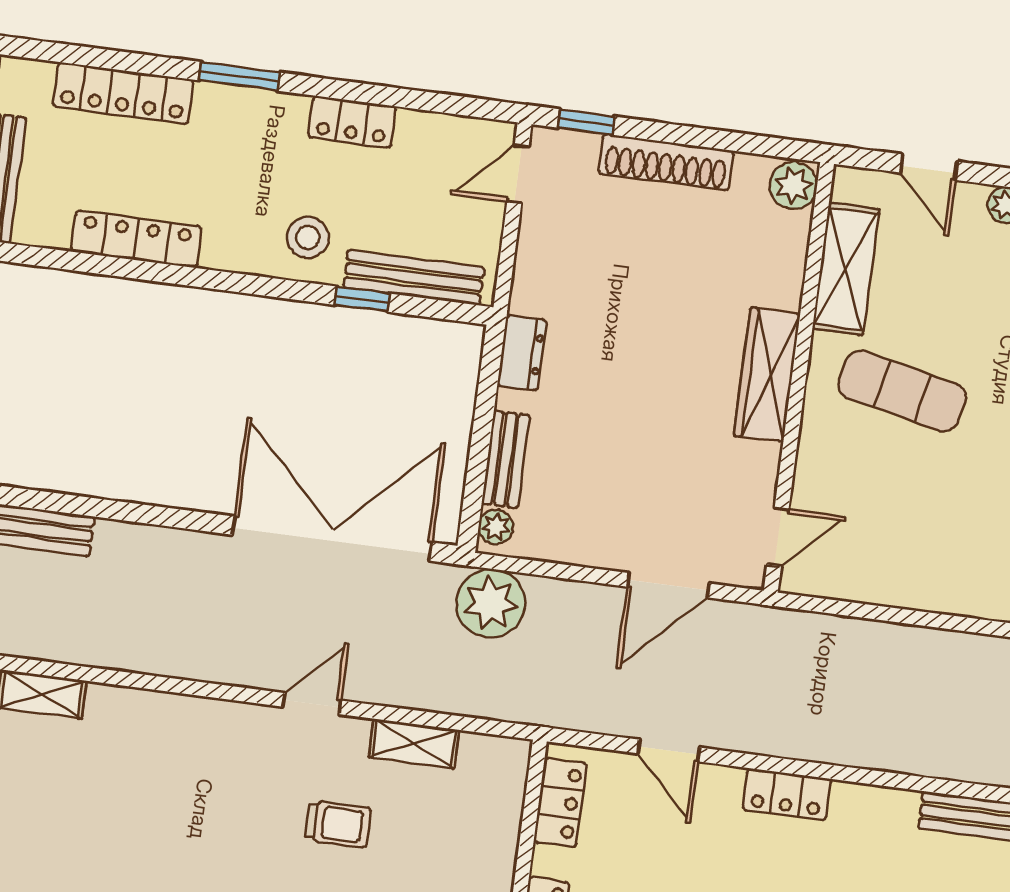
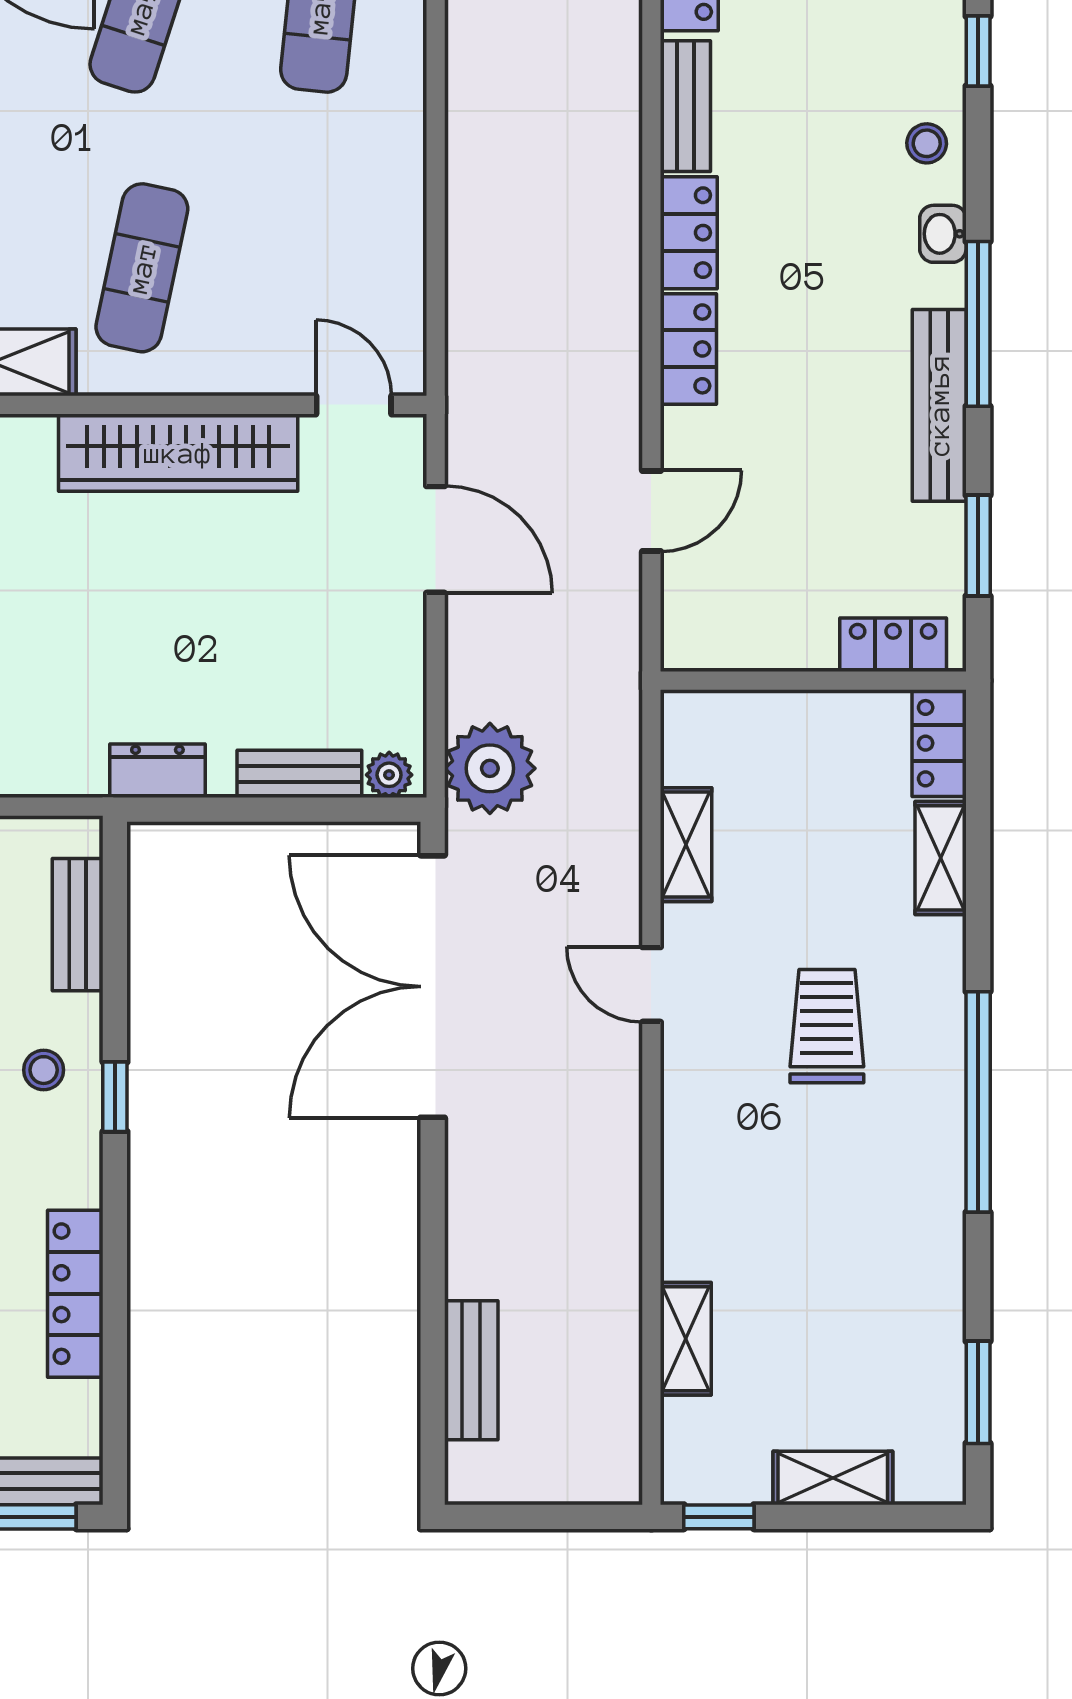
stool: (308, 237) -> (44, 1070), width x0.73, depth x0.73
bench: (414, 277) -> (78, 925), width x0.73
window: (362, 299) -> (115, 1097), moved
wardrobe: (767, 375) -> (178, 453), width x1.40, depth x1.17
locker: (560, 803) -> (689, 233), moved, turned 90
trolley: (338, 824) -> (827, 1026), moved, width x1.36, depth x1.39

